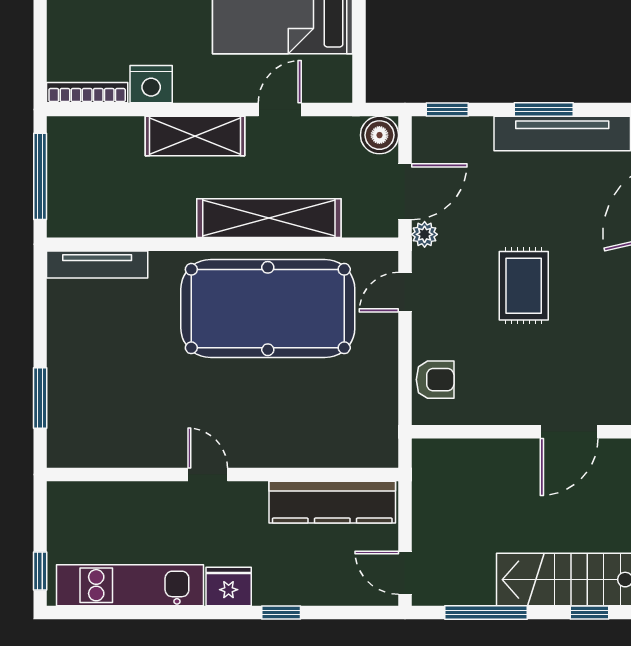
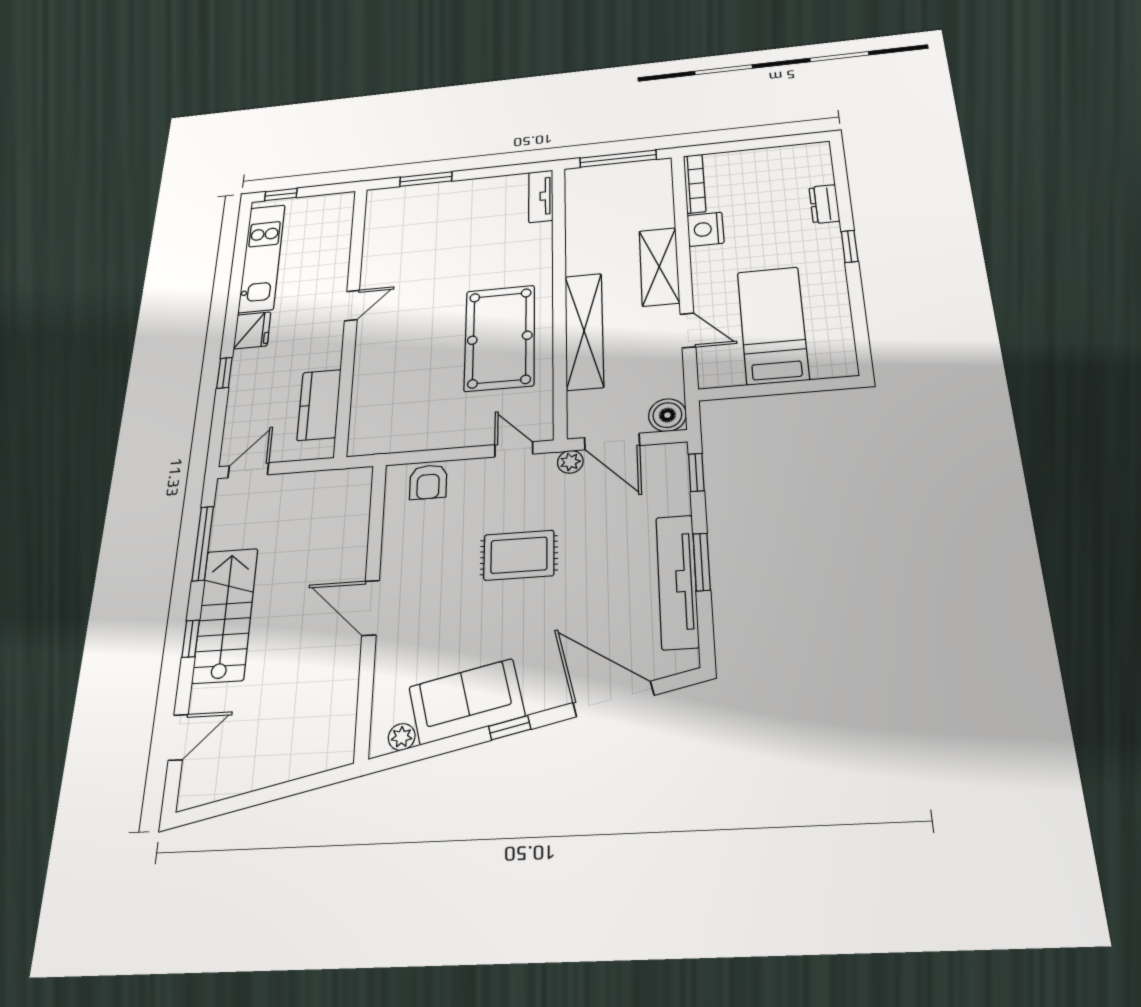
tv unit: (97, 265) -> (541, 196), width x0.71
pool table: (268, 309) -> (500, 338), width x0.73, depth x0.76
kitchen counter: (332, 502) -> (319, 405), width x0.67

